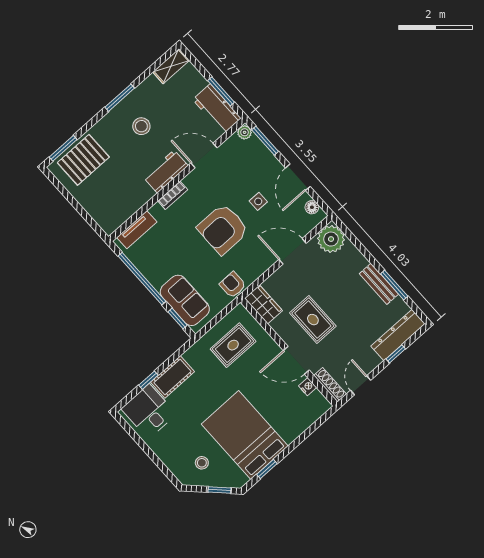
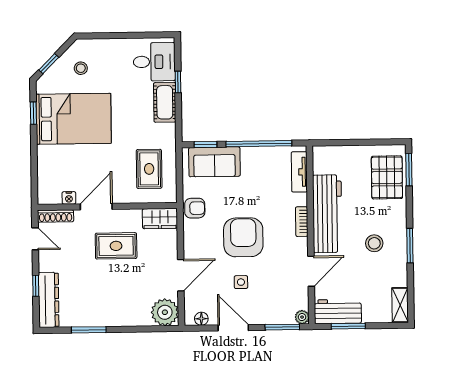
workbench: (166, 172) -> (327, 214), width x1.88, depth x1.32
bench: (379, 284) -> (100, 319), removed

